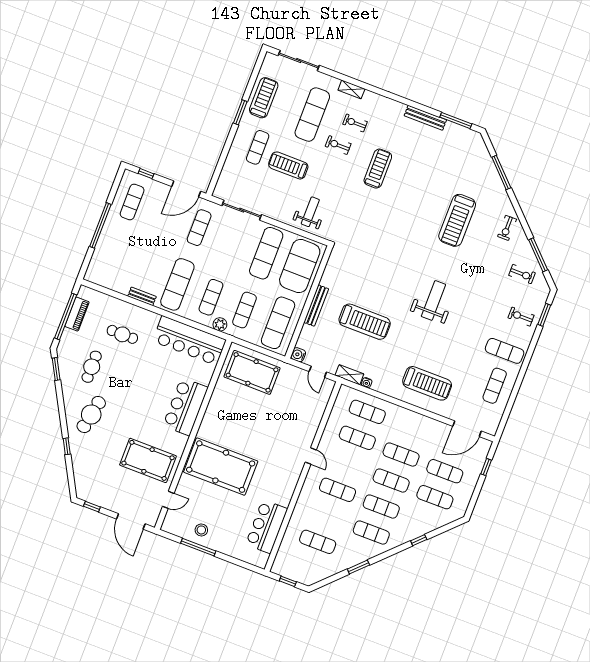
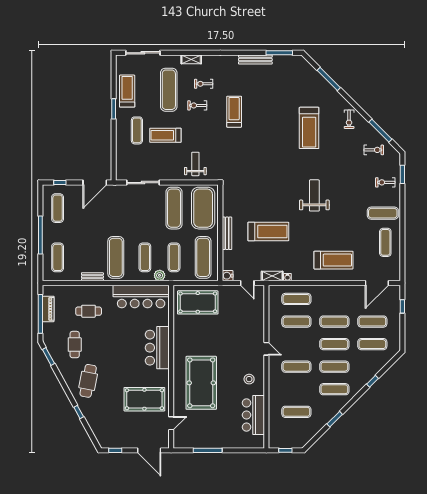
exercise mat: (199, 228) -> (58, 257), moved
pool table: (221, 467) -> (201, 383), turned 90
stool: (201, 530) -> (249, 379), moved

